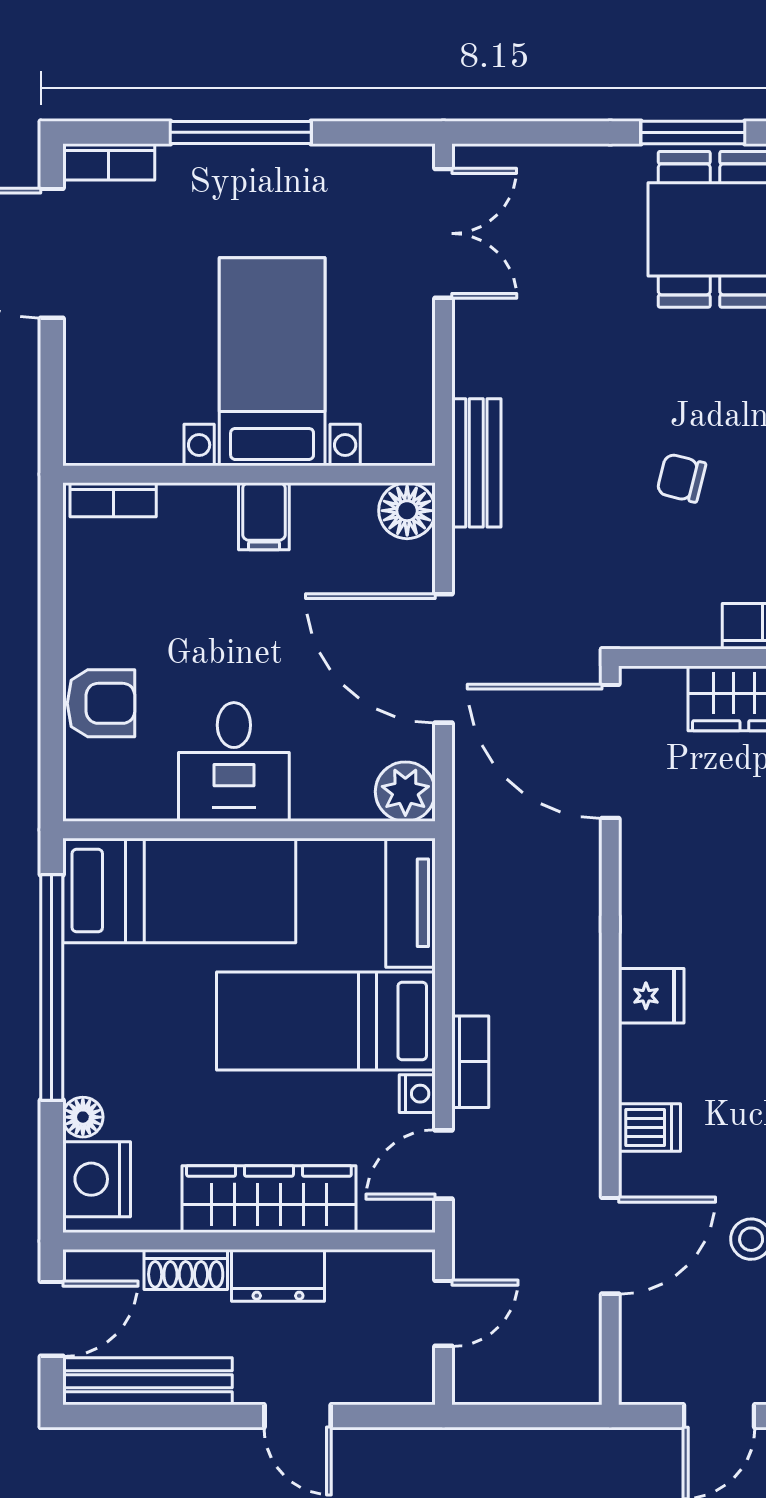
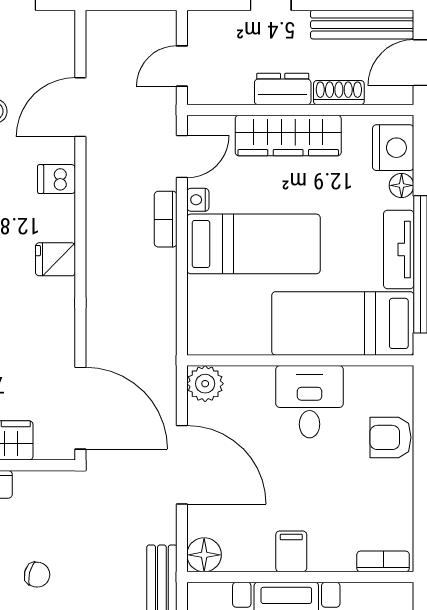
tv unit: (410, 903) -> (399, 249), moved, turned 180

